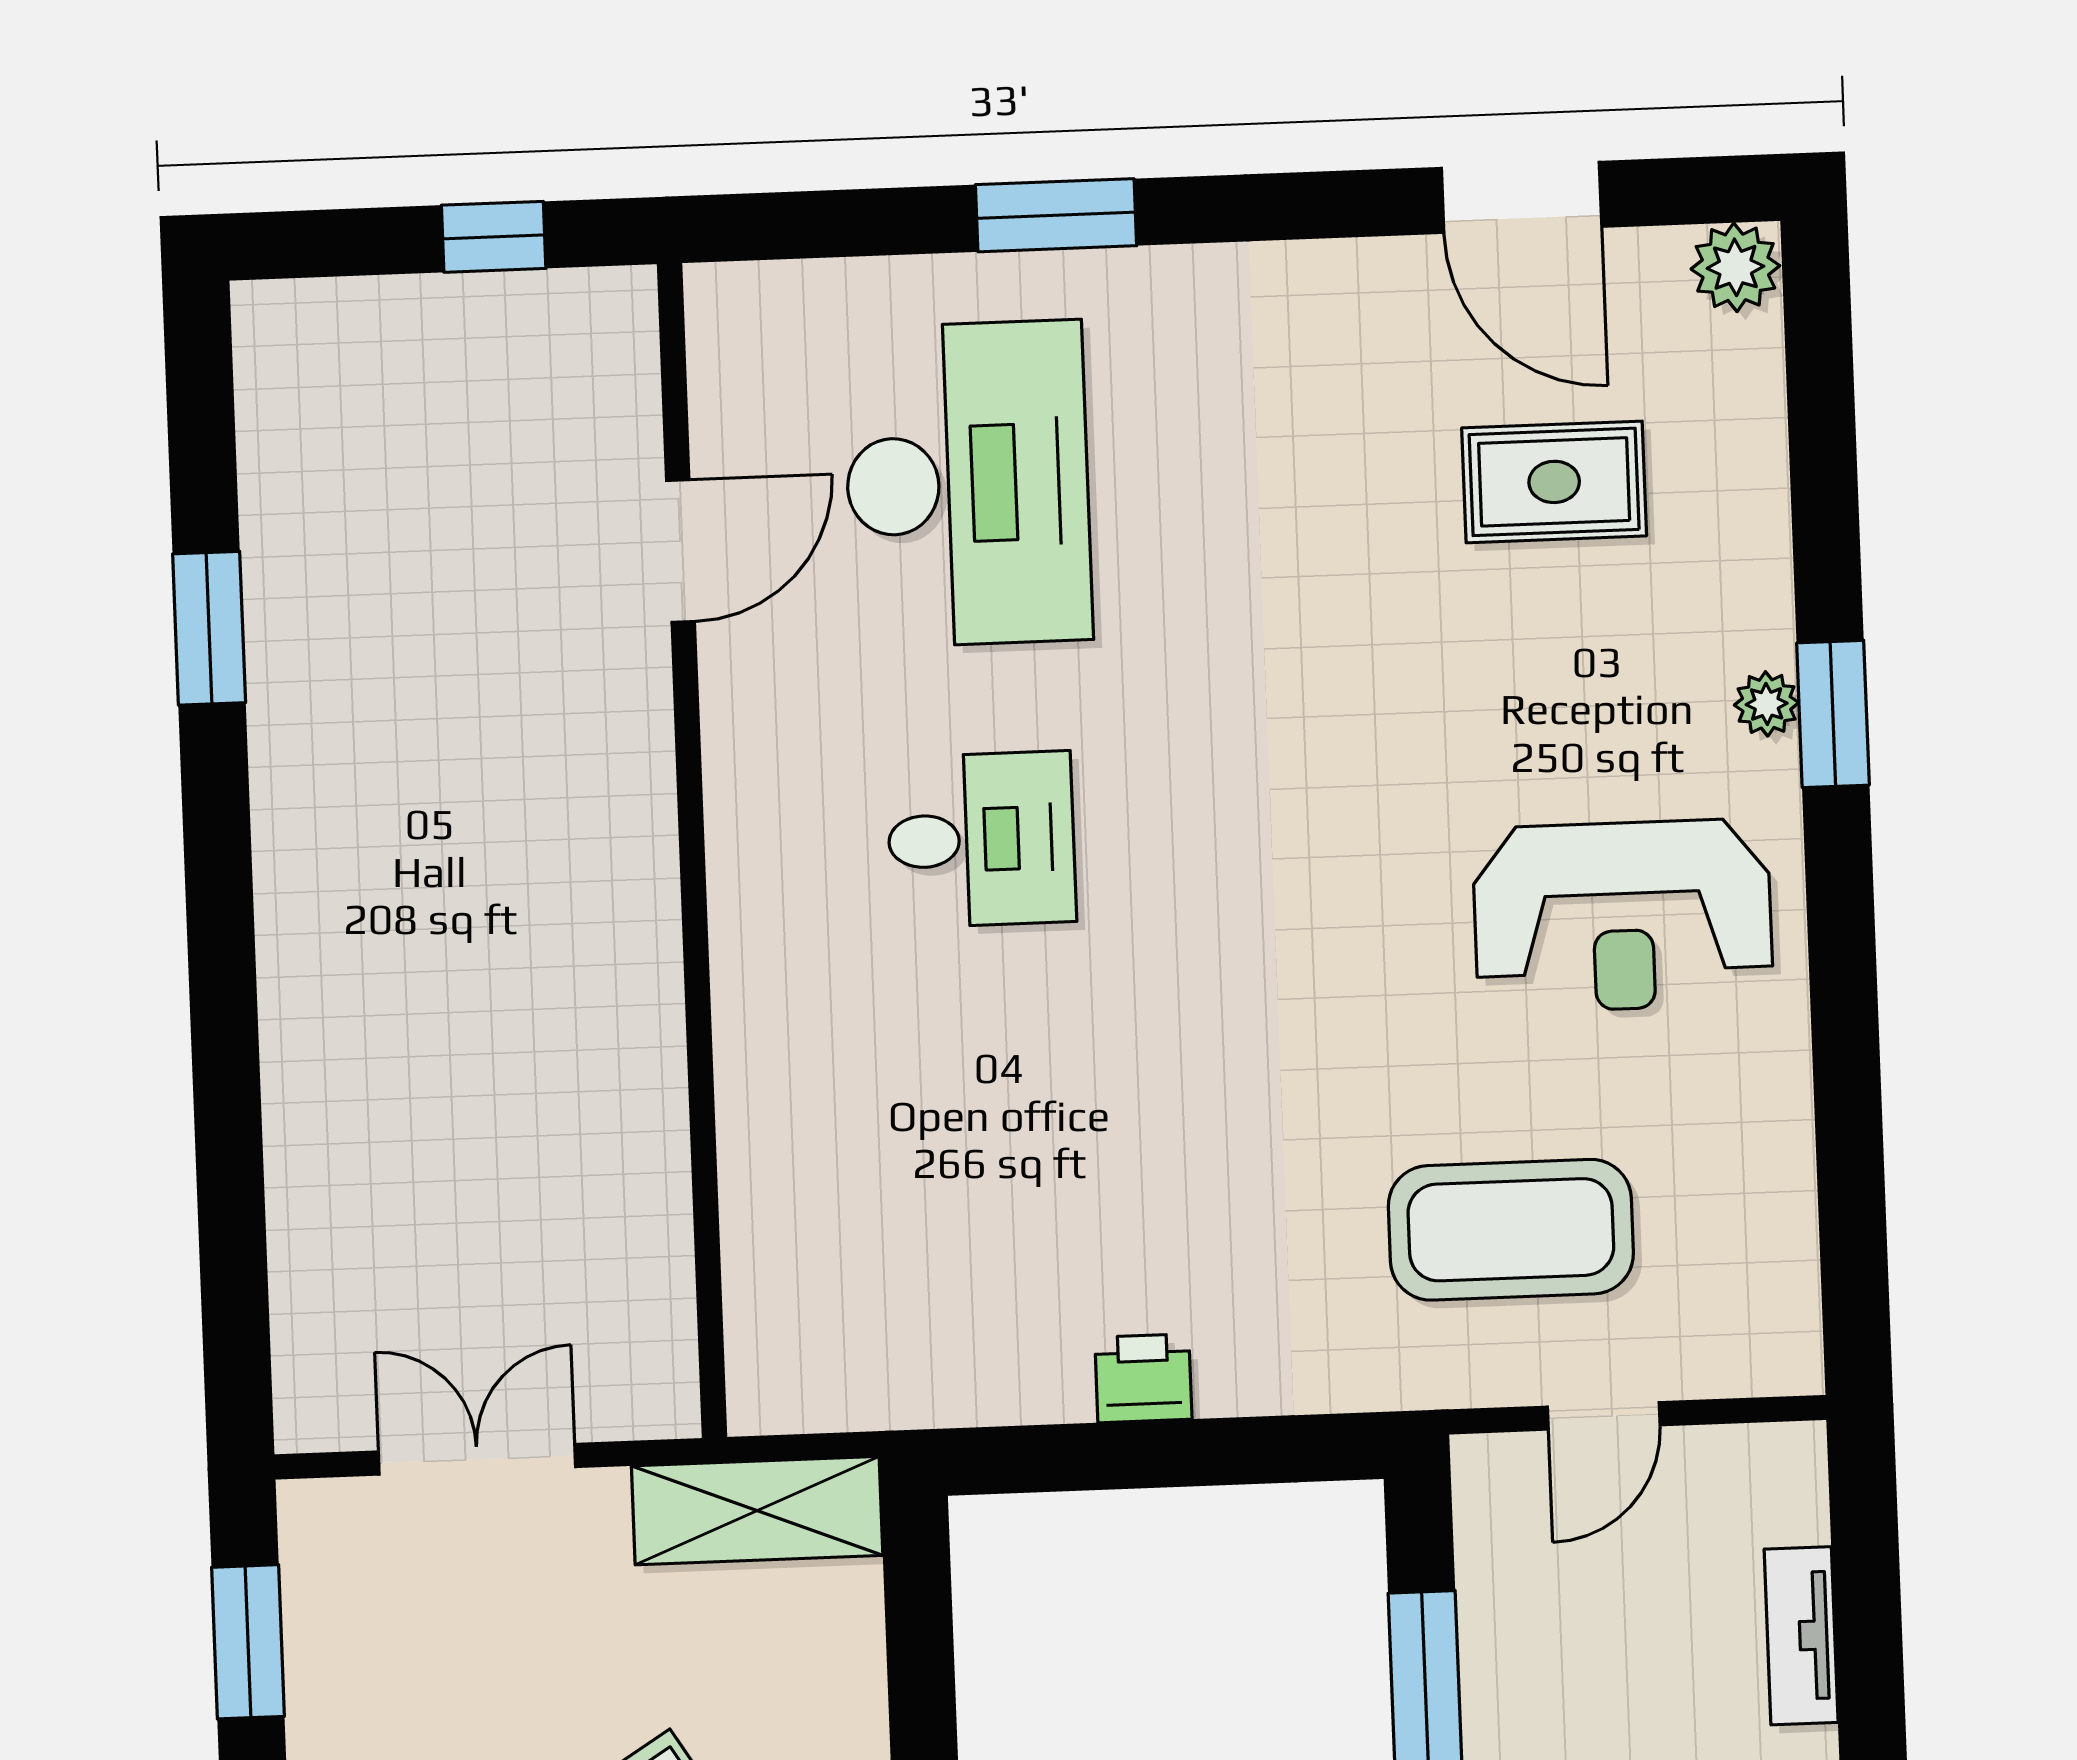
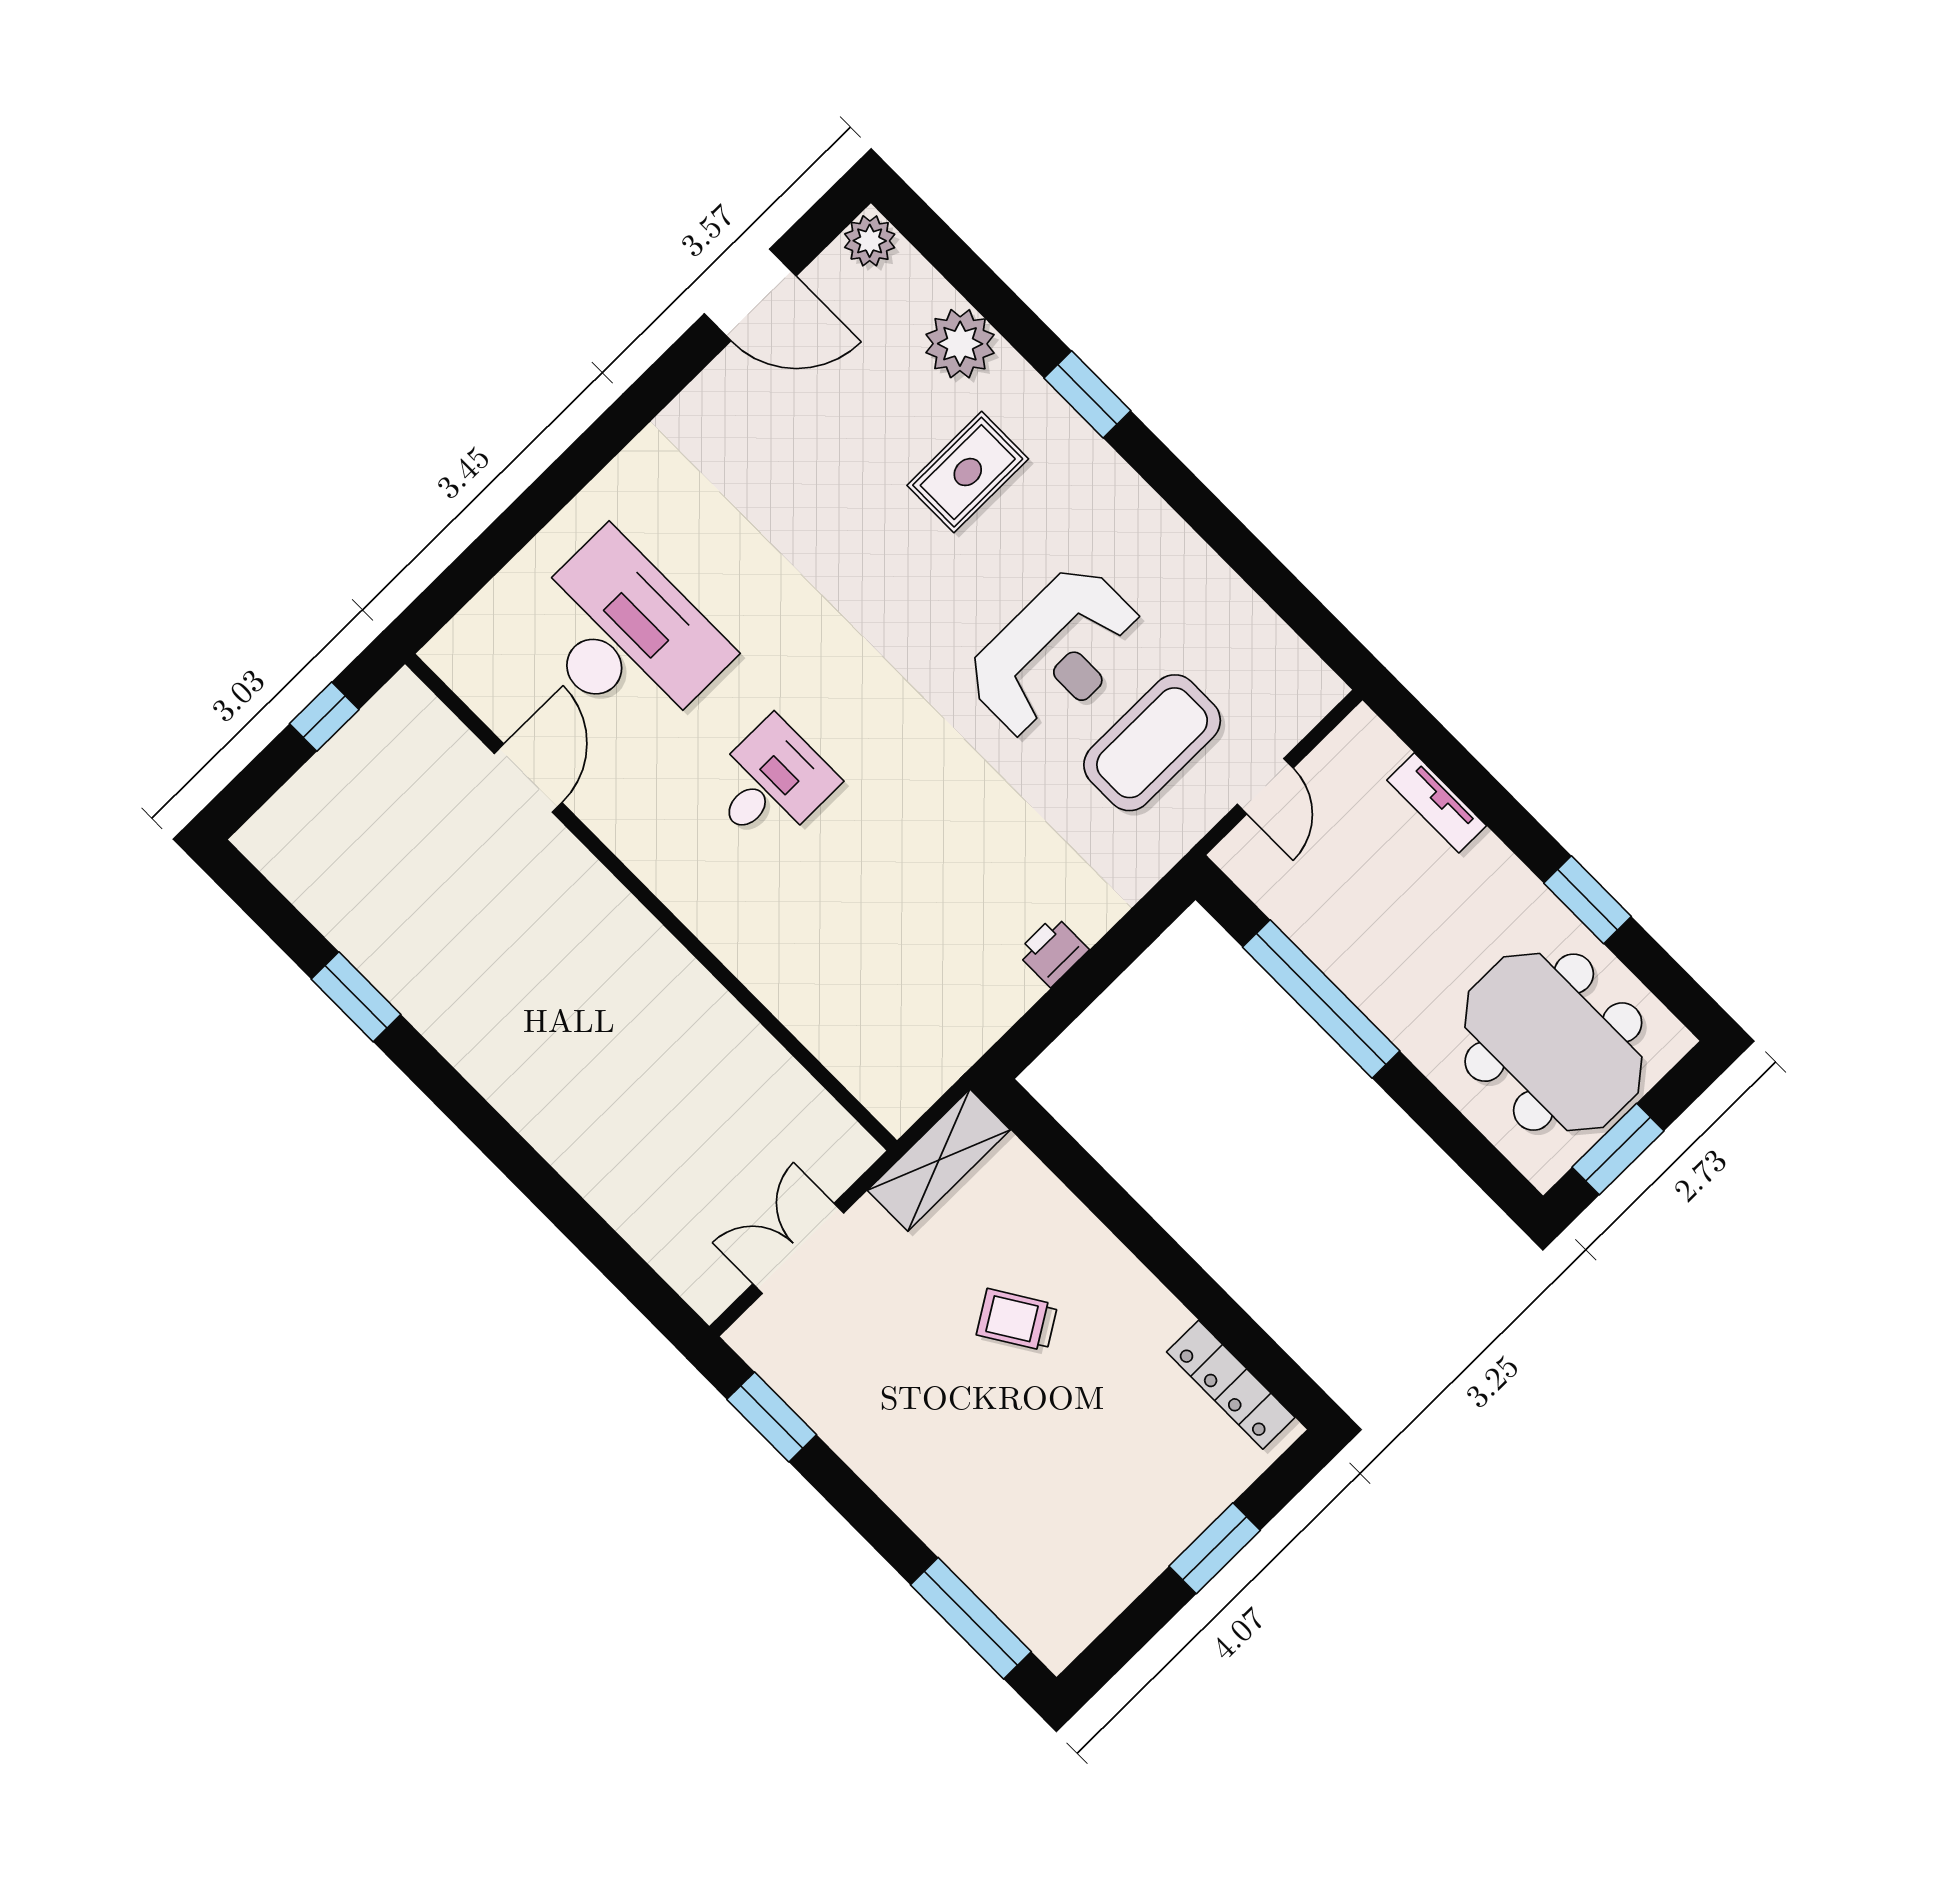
window: (1056, 215) -> (557, 486), removed
rug: (1554, 482) -> (968, 472), moved
plant: (1767, 704) -> (960, 344), moved, width x1.88, depth x1.88
reception desk: (1623, 916) -> (1056, 654), moved

